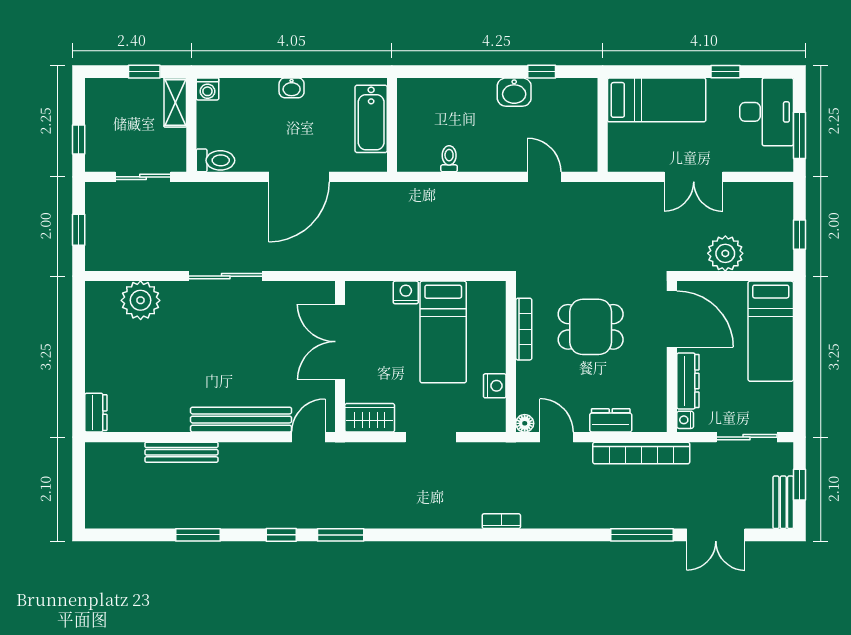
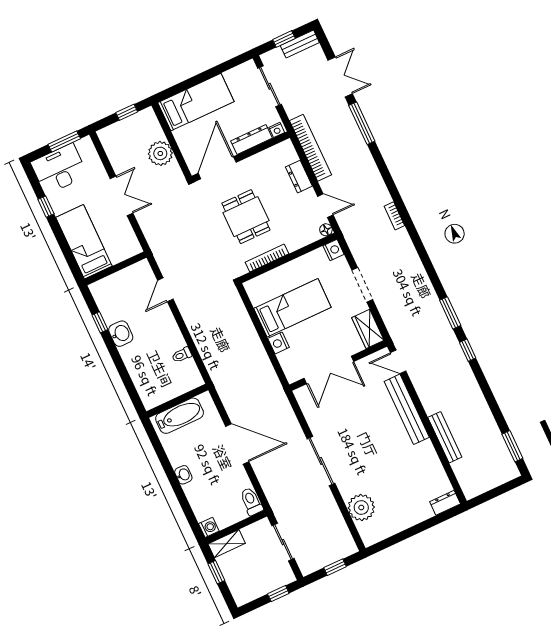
nightstand: (495, 386) -> (334, 250), moved, turned 90
door: (557, 437) -> (325, 206), swing flipped
window: (198, 535) -> (512, 446), moved

